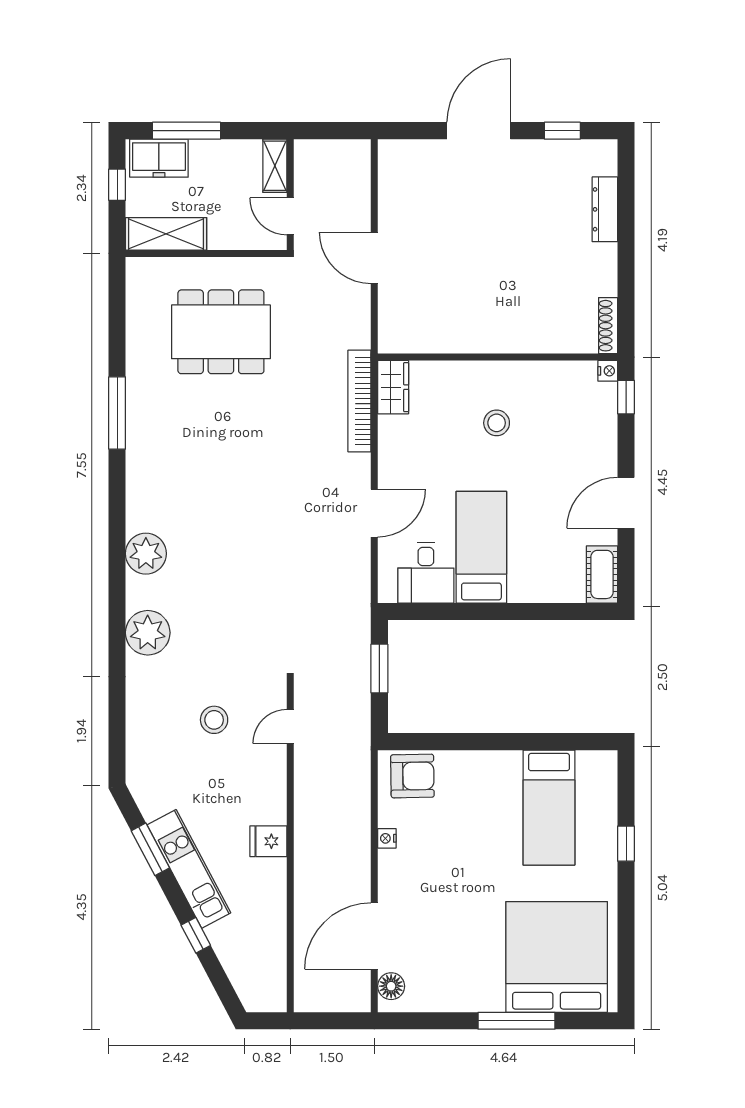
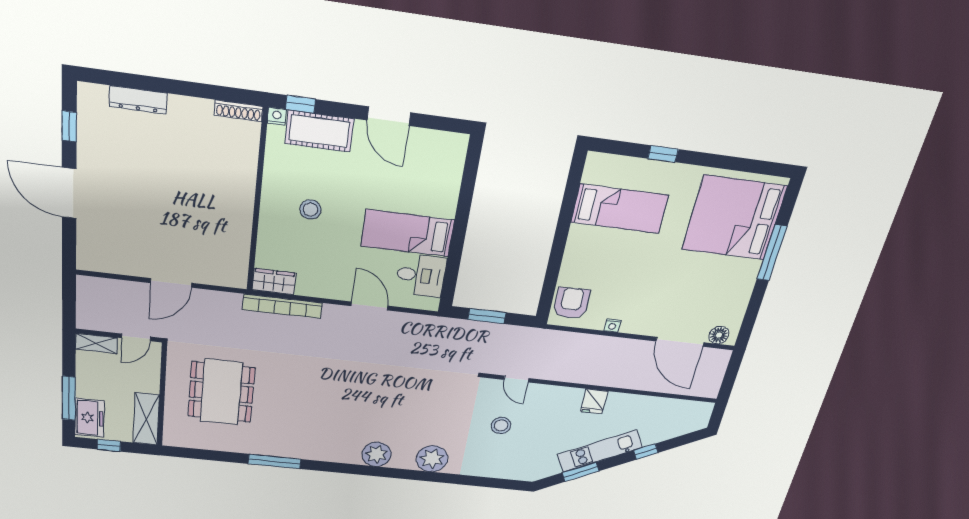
cot: (602, 574) -> (319, 131), moved, width x1.37, depth x1.34

